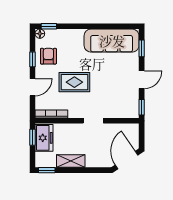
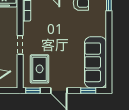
rug: (74, 82) -> (40, 69), moved

